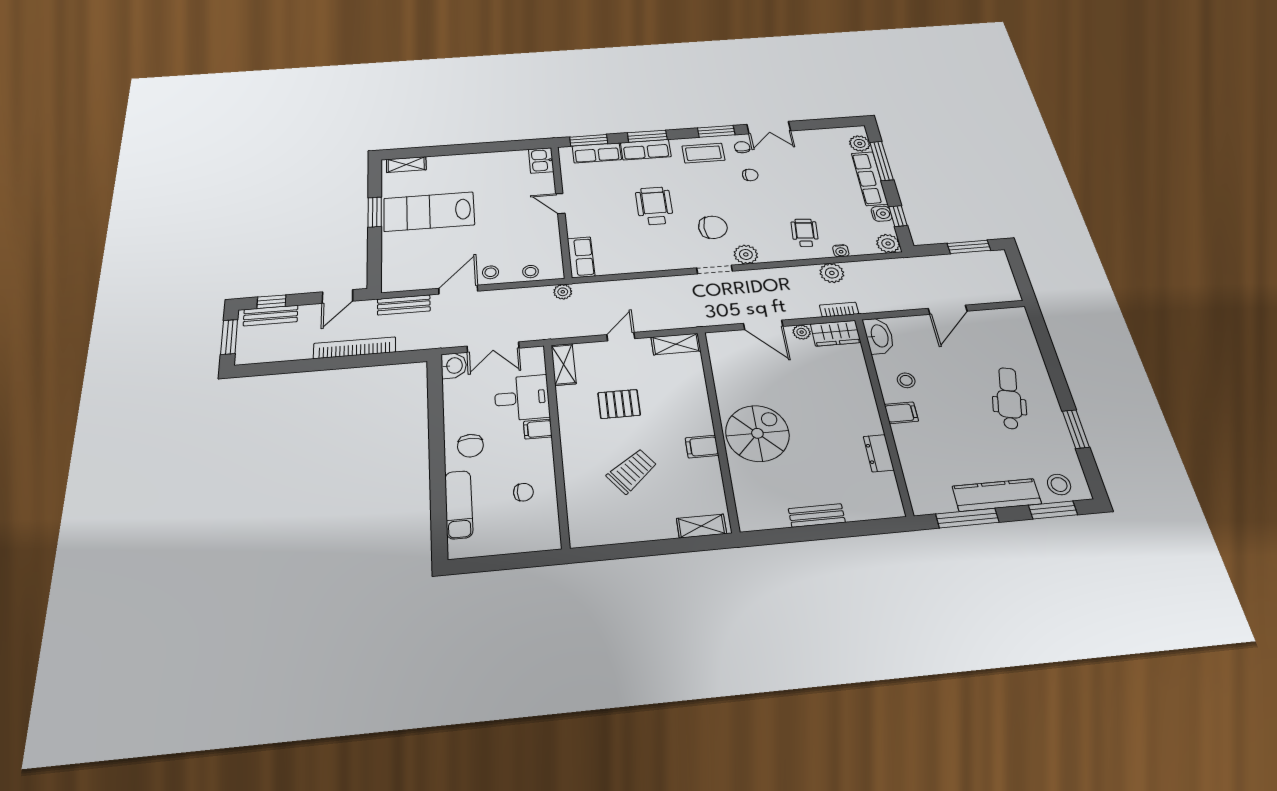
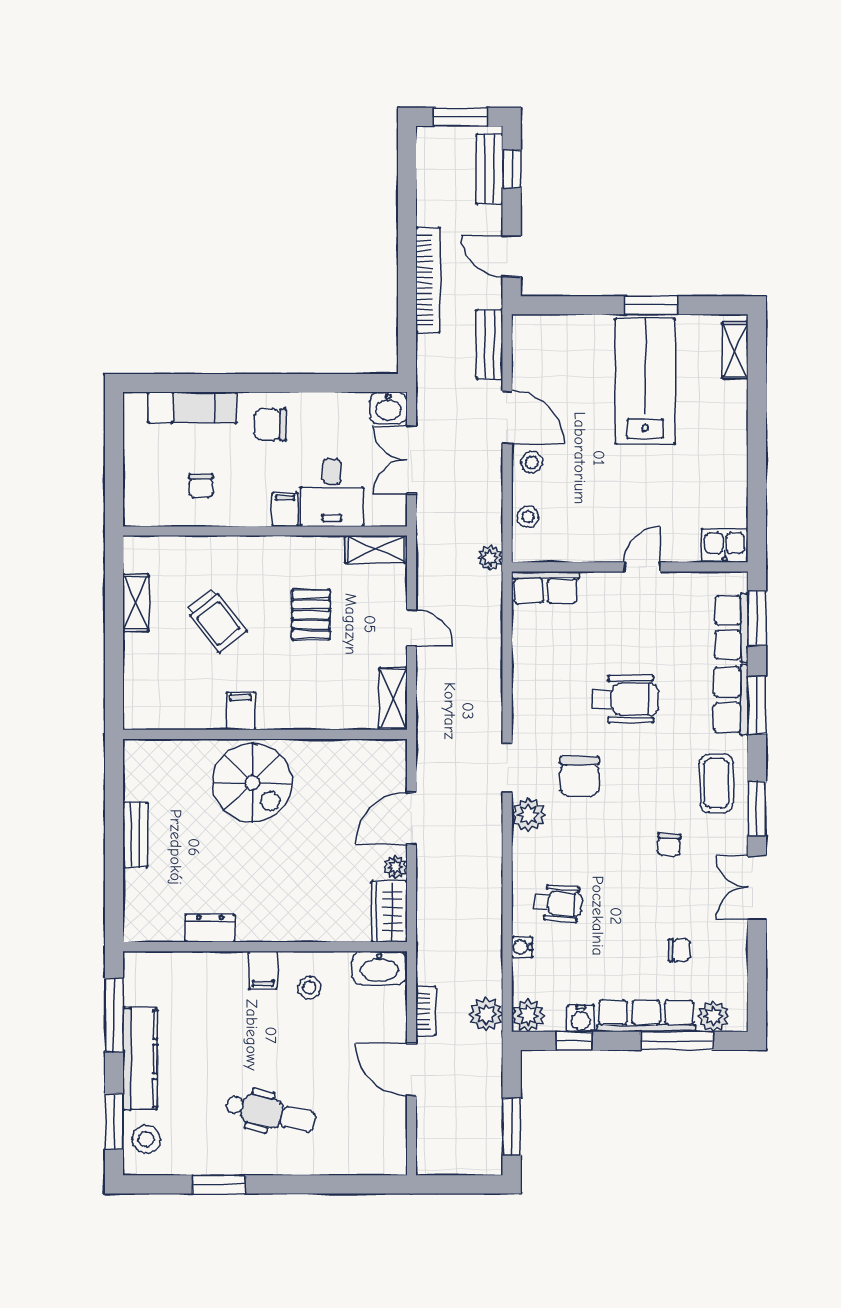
chair: (742, 147) -> (679, 950), moved
plant: (832, 273) -> (486, 1014), moved
bookcase: (839, 310) -> (426, 1011), moved
shelving: (701, 526) -> (136, 603), moved

